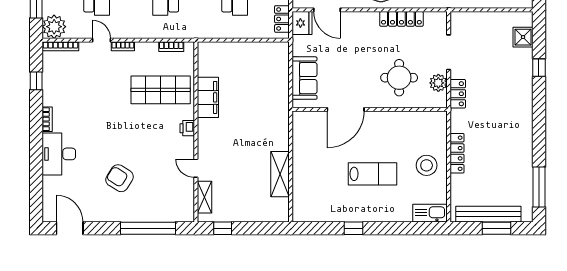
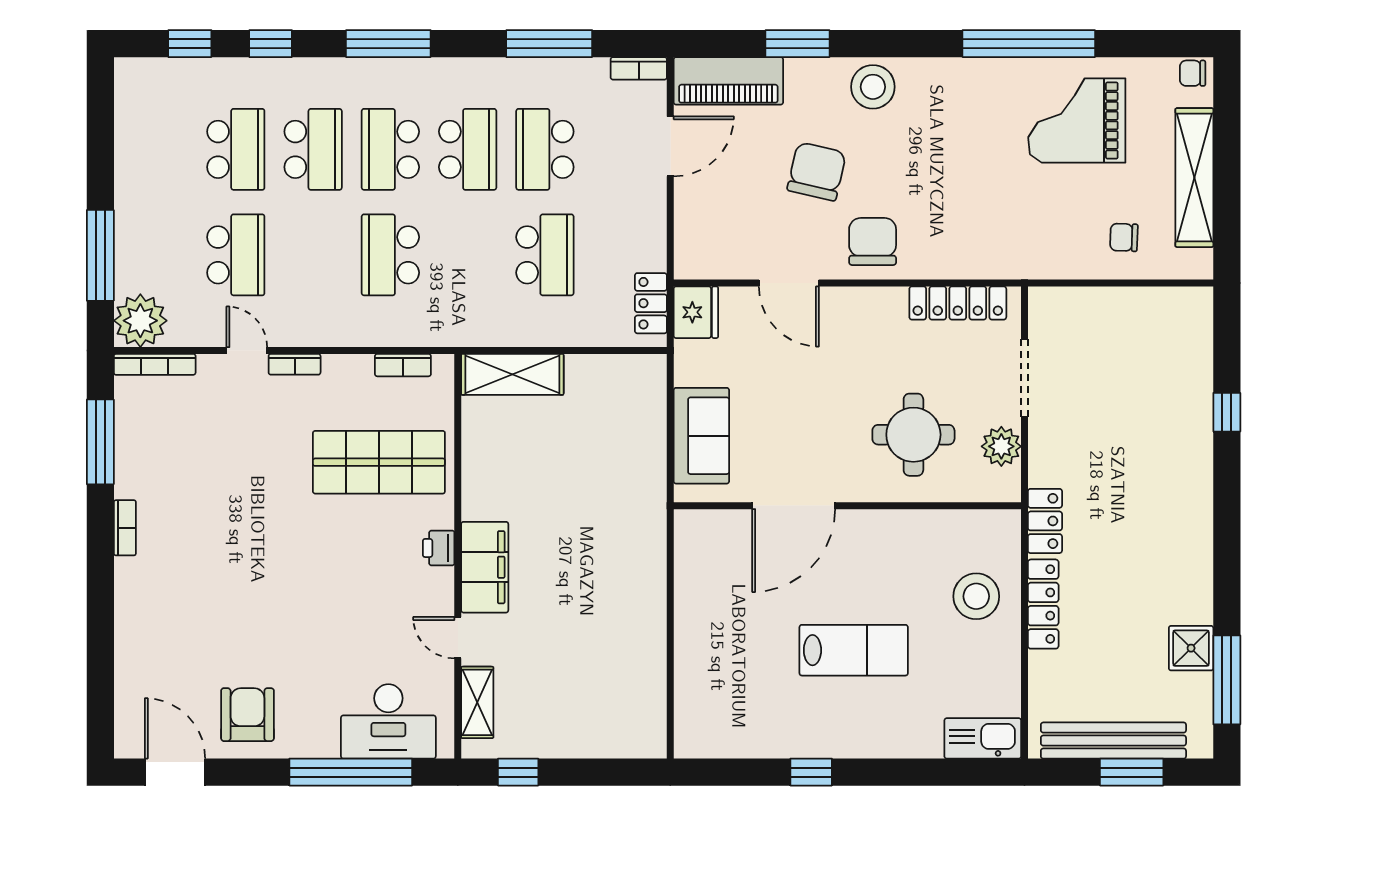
door: (327, 10) -> (789, 283), moved
locker: (401, 19) -> (958, 303), moved
shower: (523, 37) -> (1191, 648), moved
window: (36, 81) -> (100, 442), width x2.17
locker: (458, 94) -> (1045, 521), moved
filing cabinet: (208, 97) -> (485, 567), moved
desk: (59, 154) -> (388, 721), moved, turned -90
stool: (427, 165) -> (976, 596), moved
shelving: (280, 174) -> (512, 374), moved, turned 90
armchair: (120, 178) -> (247, 715), moved, turned 58

